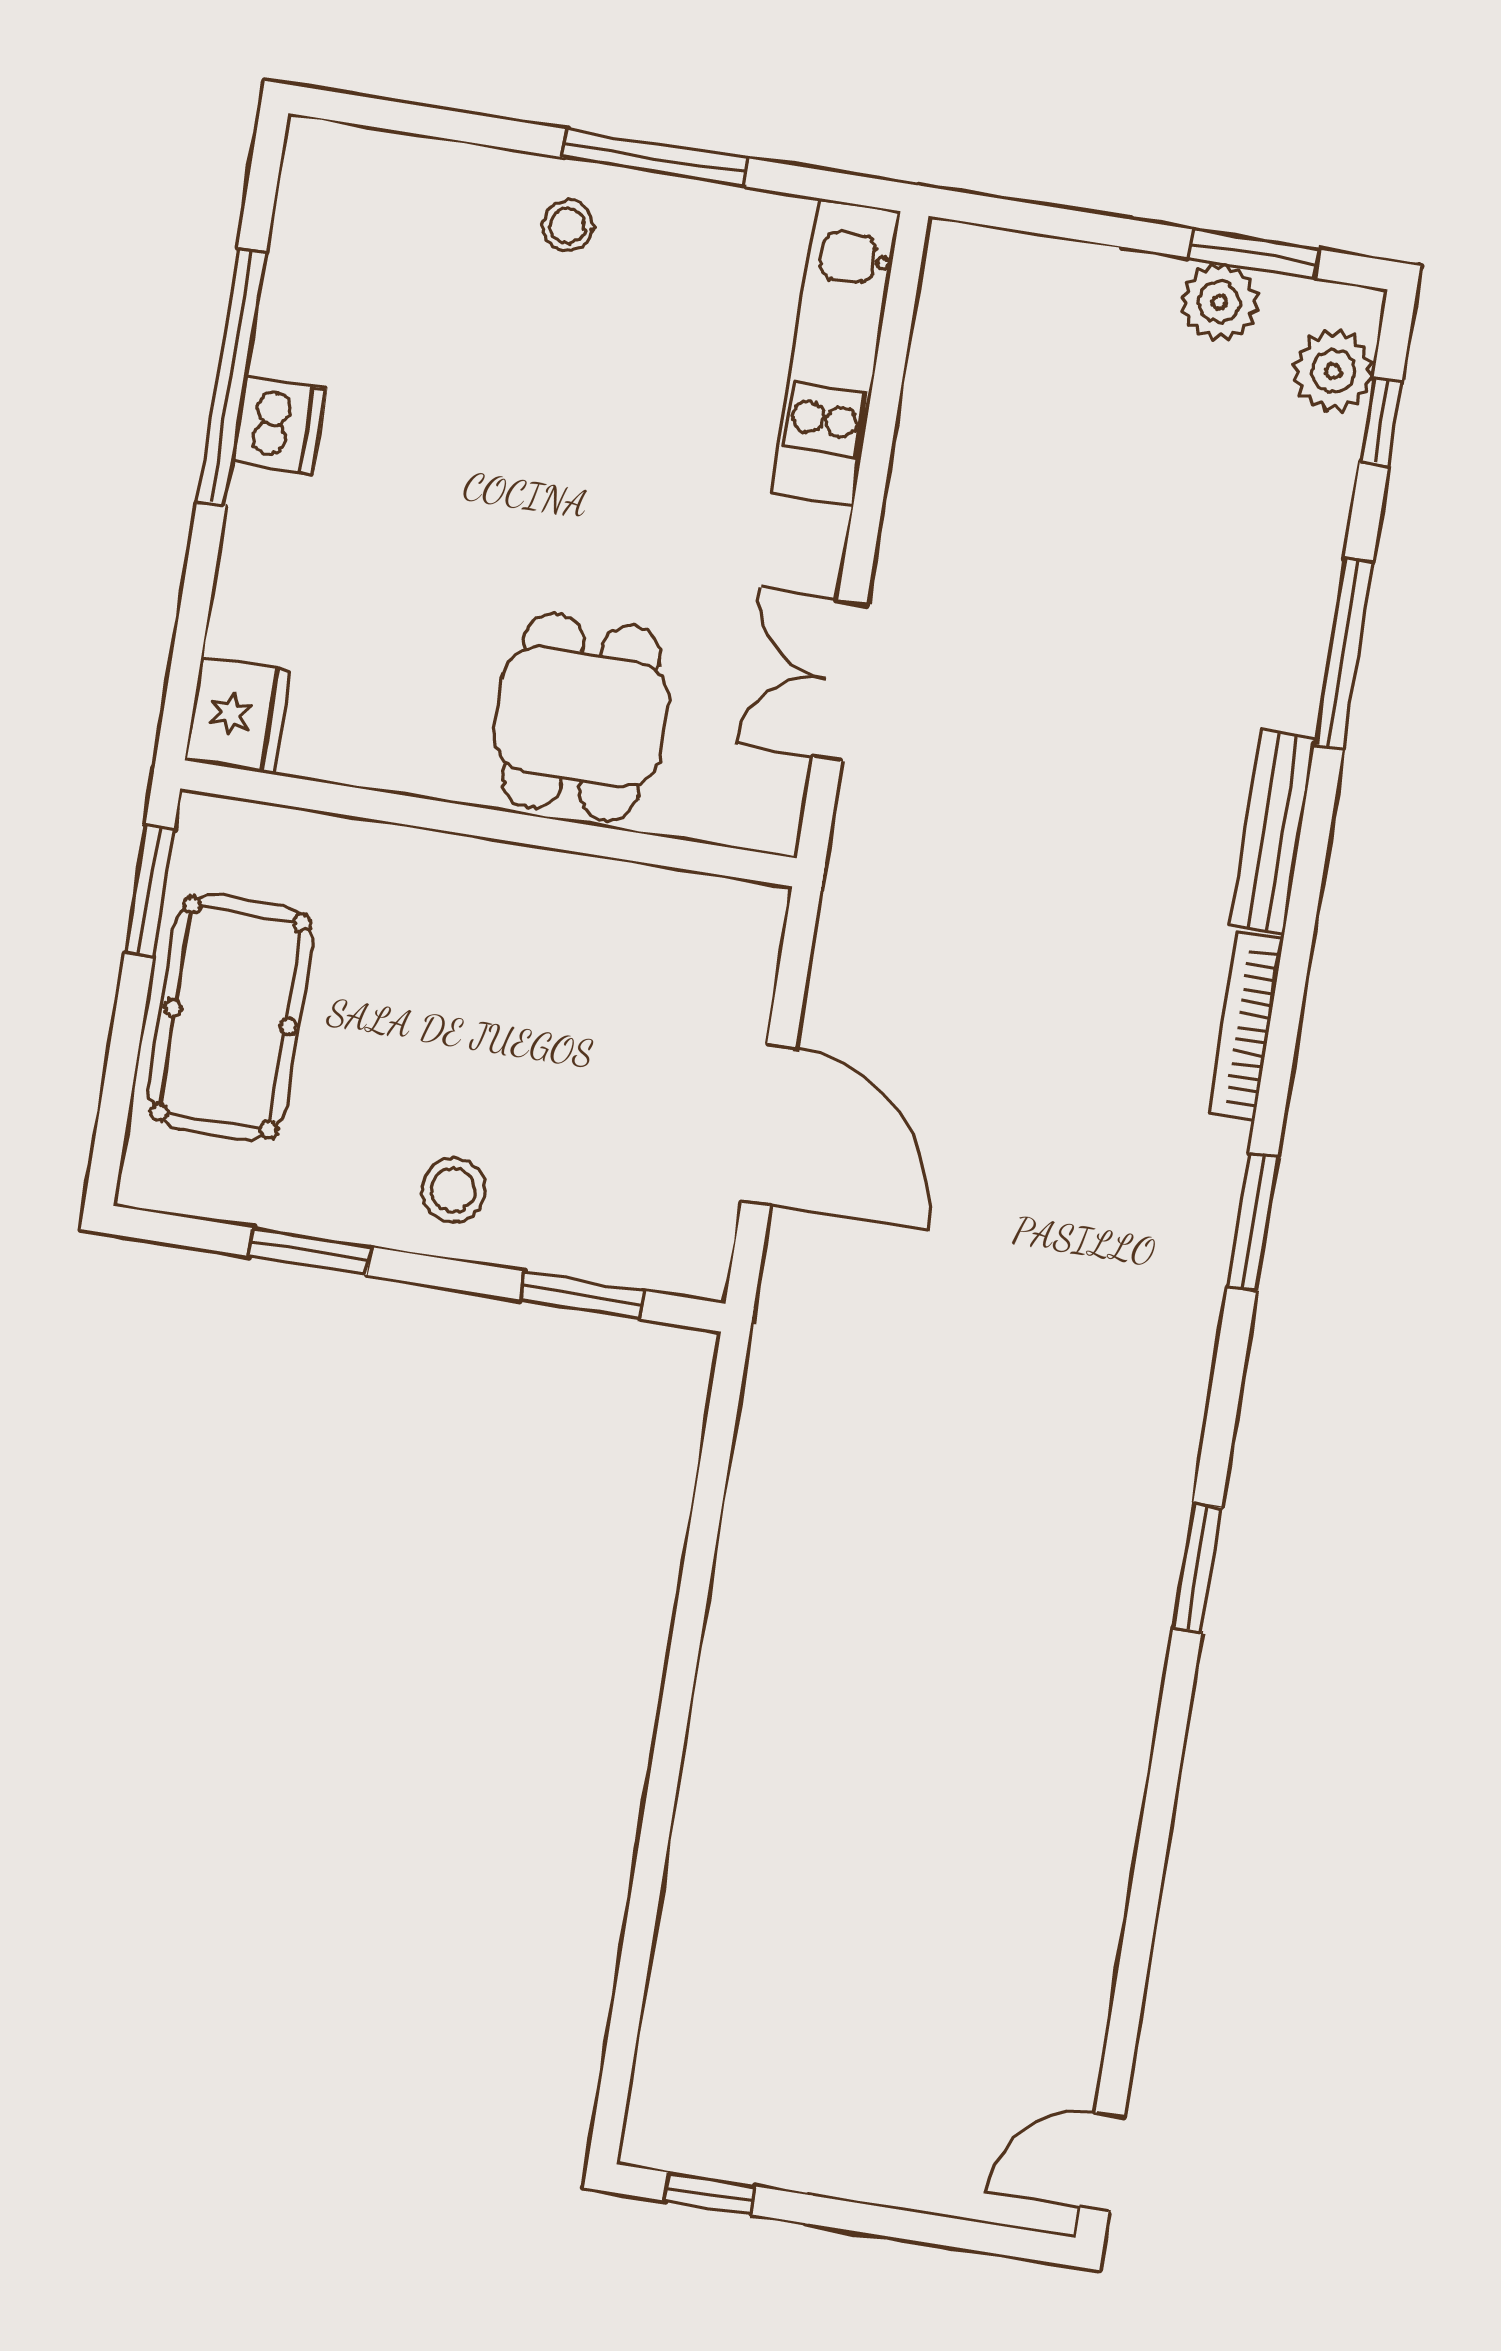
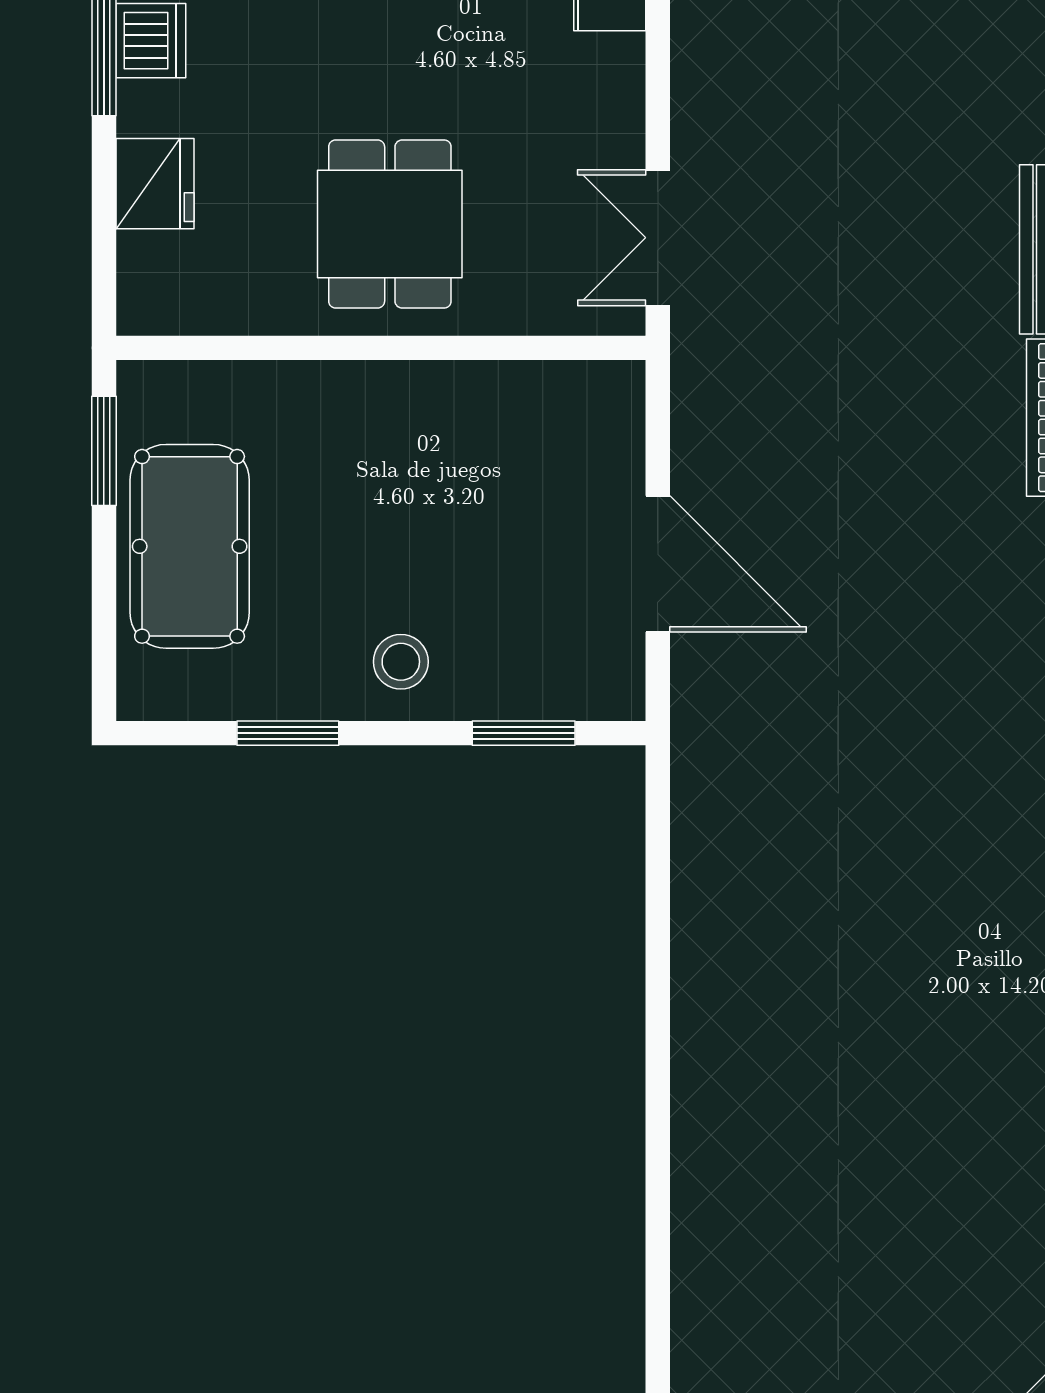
double door: (840, 680) -> (658, 238), moved
fridge: (238, 715) -> (155, 184), moved
dining table: (581, 717) -> (390, 224), moved

